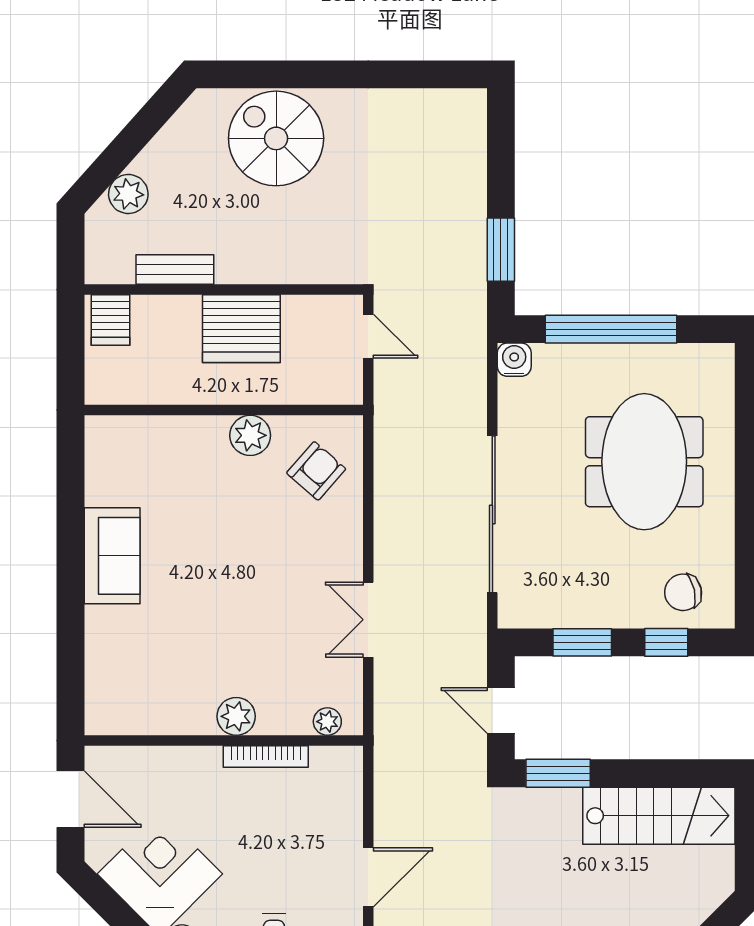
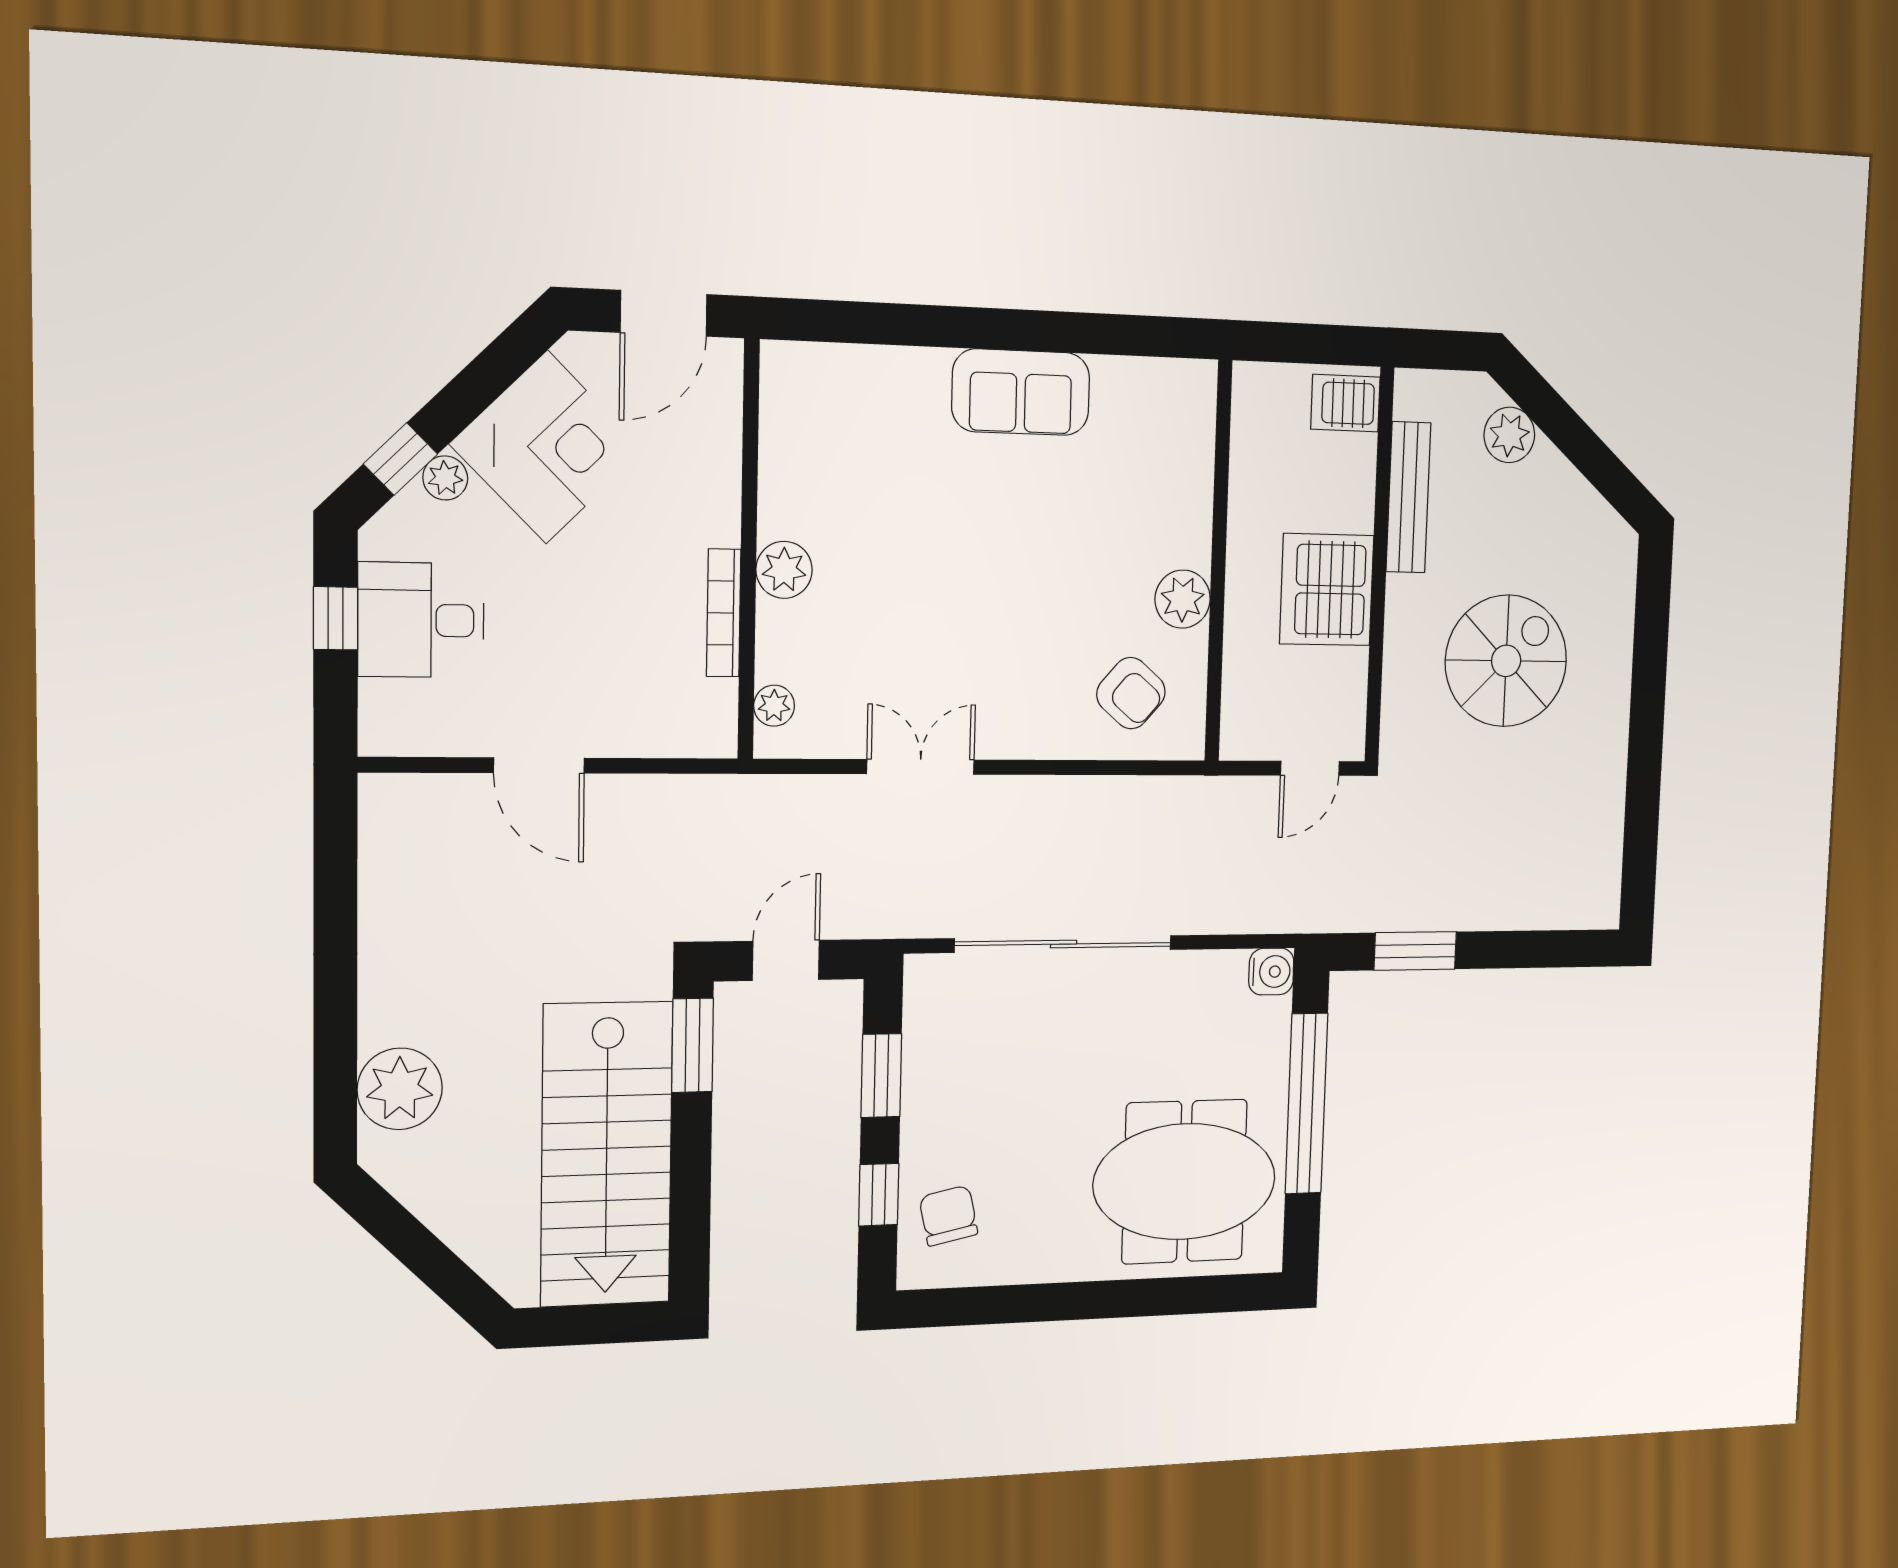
spiral stairs: (276, 138) -> (1506, 661), moved
bench: (175, 270) -> (1408, 497), width x1.36
meeting table: (644, 462) -> (1184, 1182), moved
stairs: (659, 816) -> (607, 1154), width x1.36, depth x1.51

